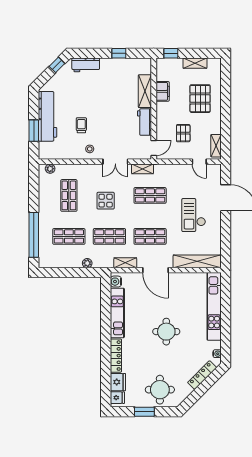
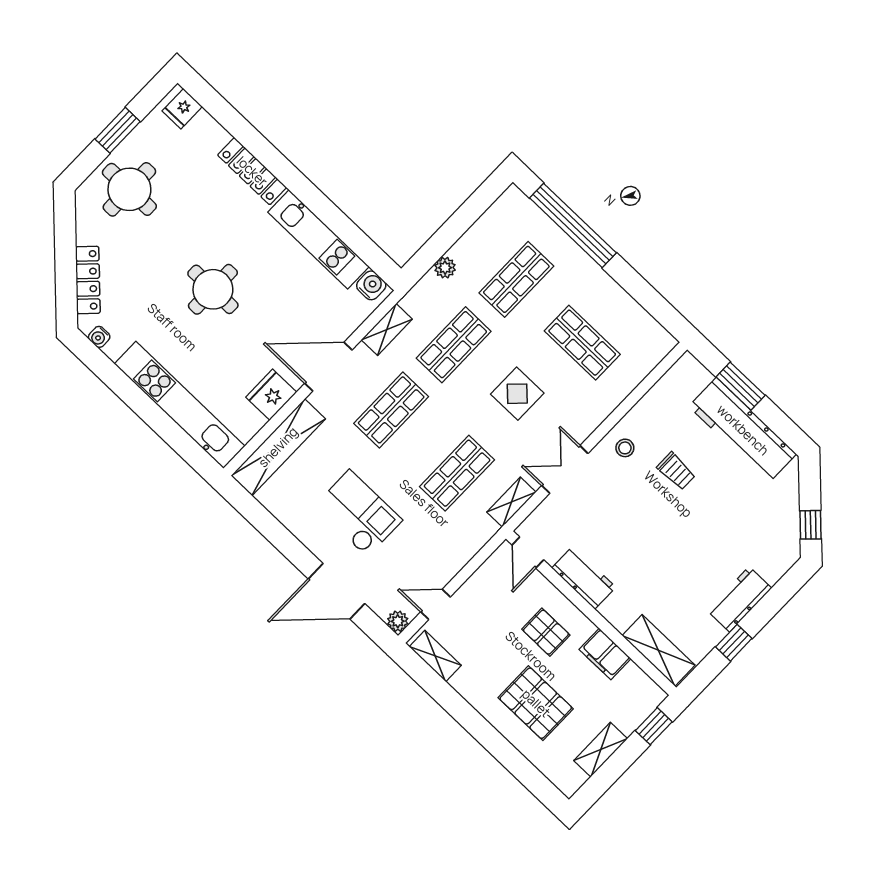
workbench: (86, 65) -> (739, 599), moved
shelving: (145, 91) -> (659, 650), moved
pallet: (183, 133) -> (546, 632), moved
plant: (50, 169) -> (398, 621), moved
fridge: (118, 382) -> (271, 395), moved, turned 90

